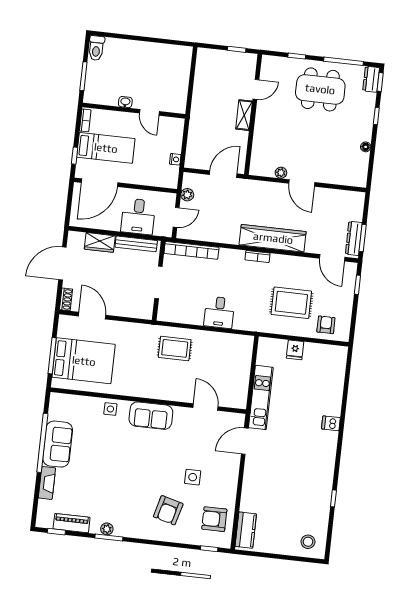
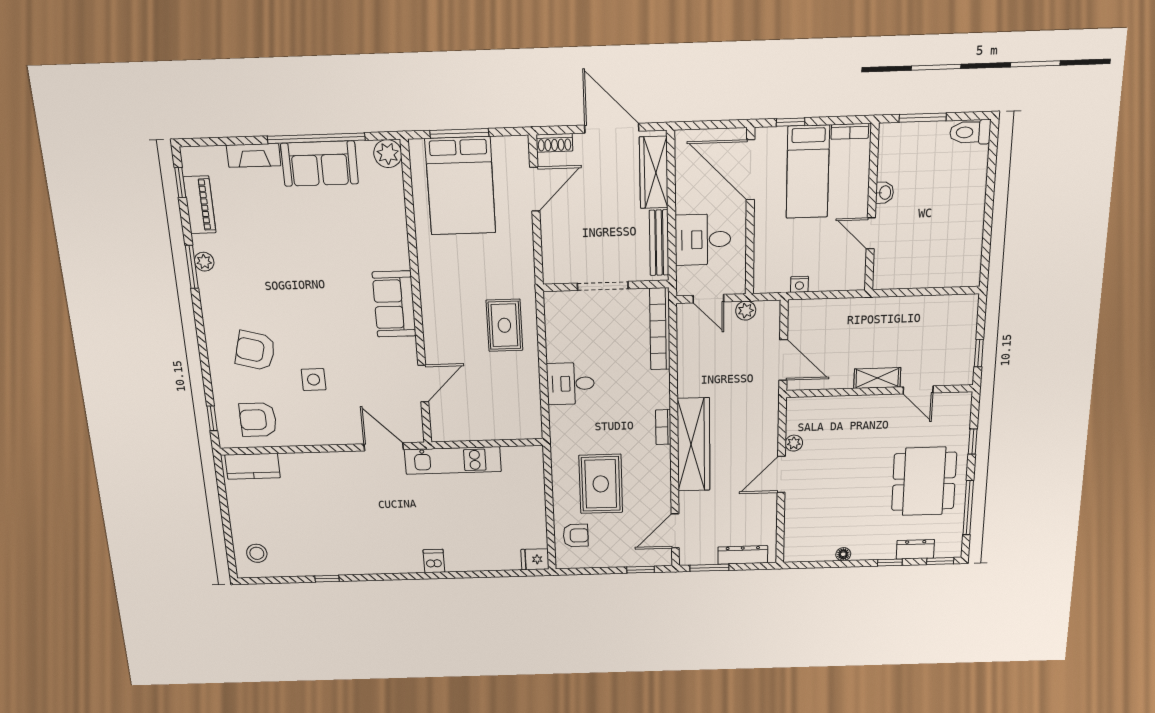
dresser: (371, 79) -> (915, 549), moved
door: (149, 112) -> (871, 233), hinge flipped
dresser: (354, 238) -> (743, 555), moved
wardrobe: (100, 242) -> (654, 172), width x1.50
fridge: (295, 350) -> (535, 559), moved
plant: (58, 401) -> (388, 154), added
side table: (110, 409) -> (392, 240), removed
armchair: (214, 519) -> (258, 420), turned -90

